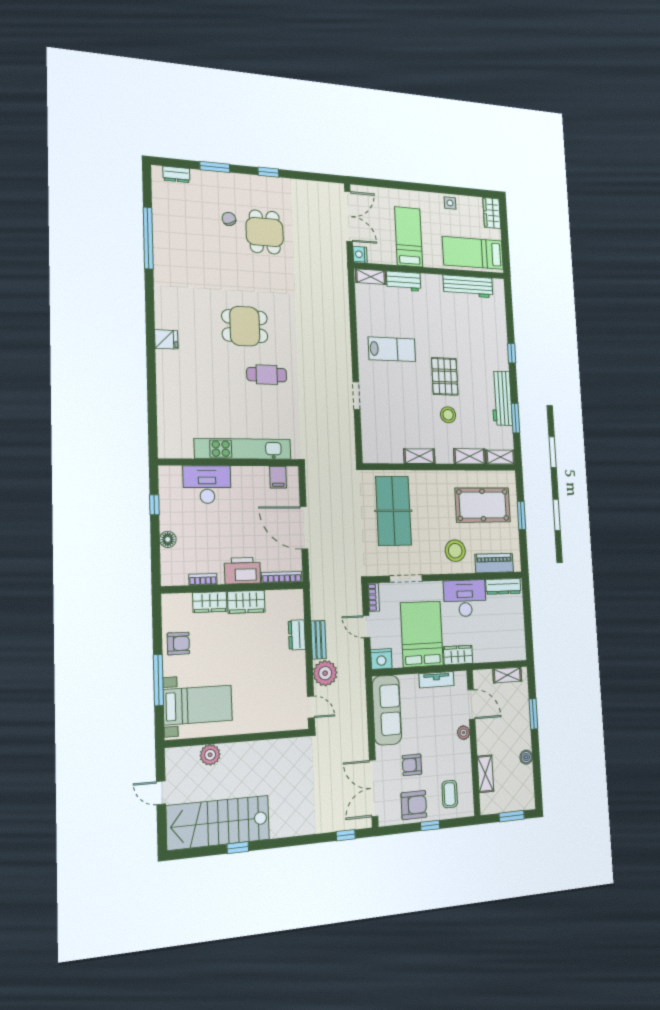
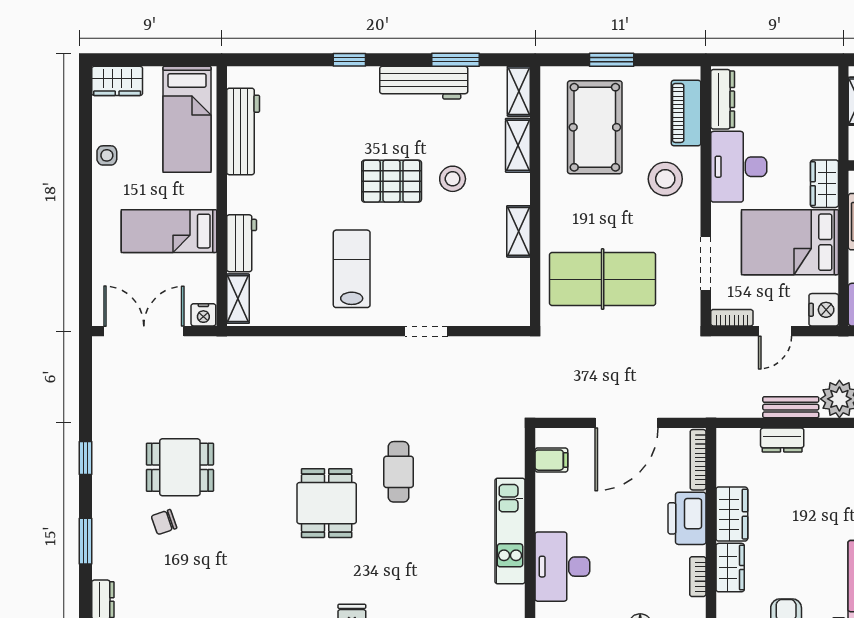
kitchen unit: (243, 449) -> (510, 531), width x0.73

